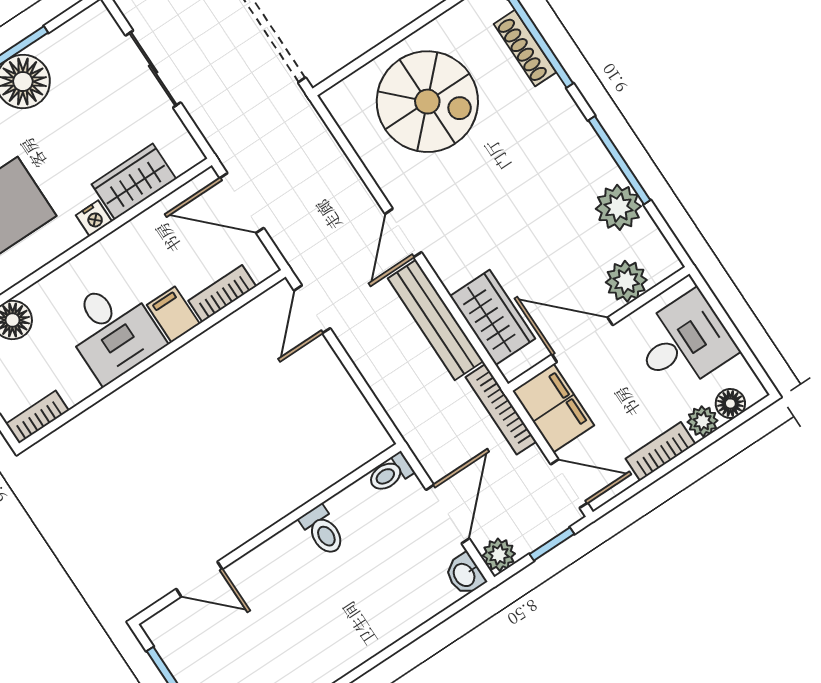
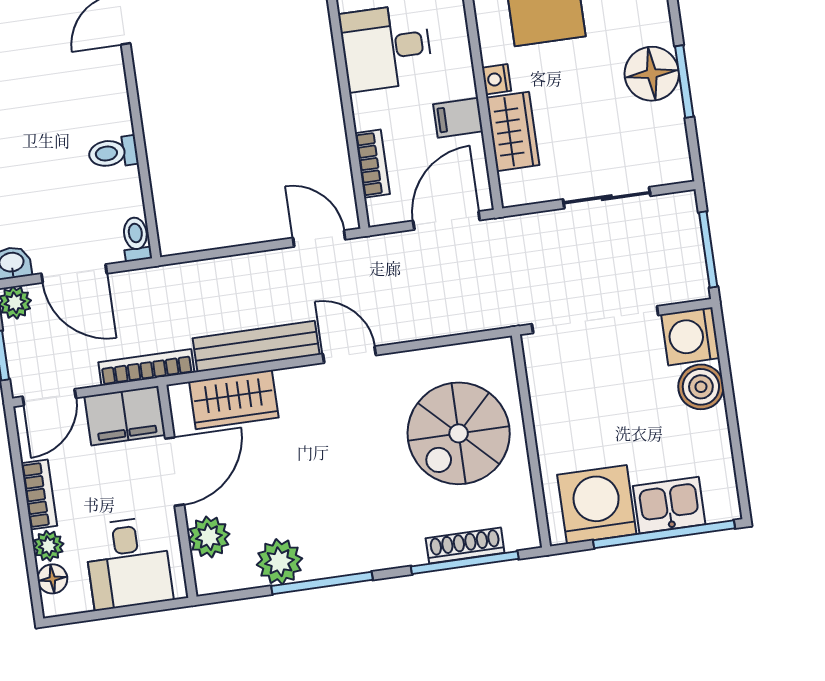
filing cabinet: (173, 314) -> (458, 118), moved, turned 180

